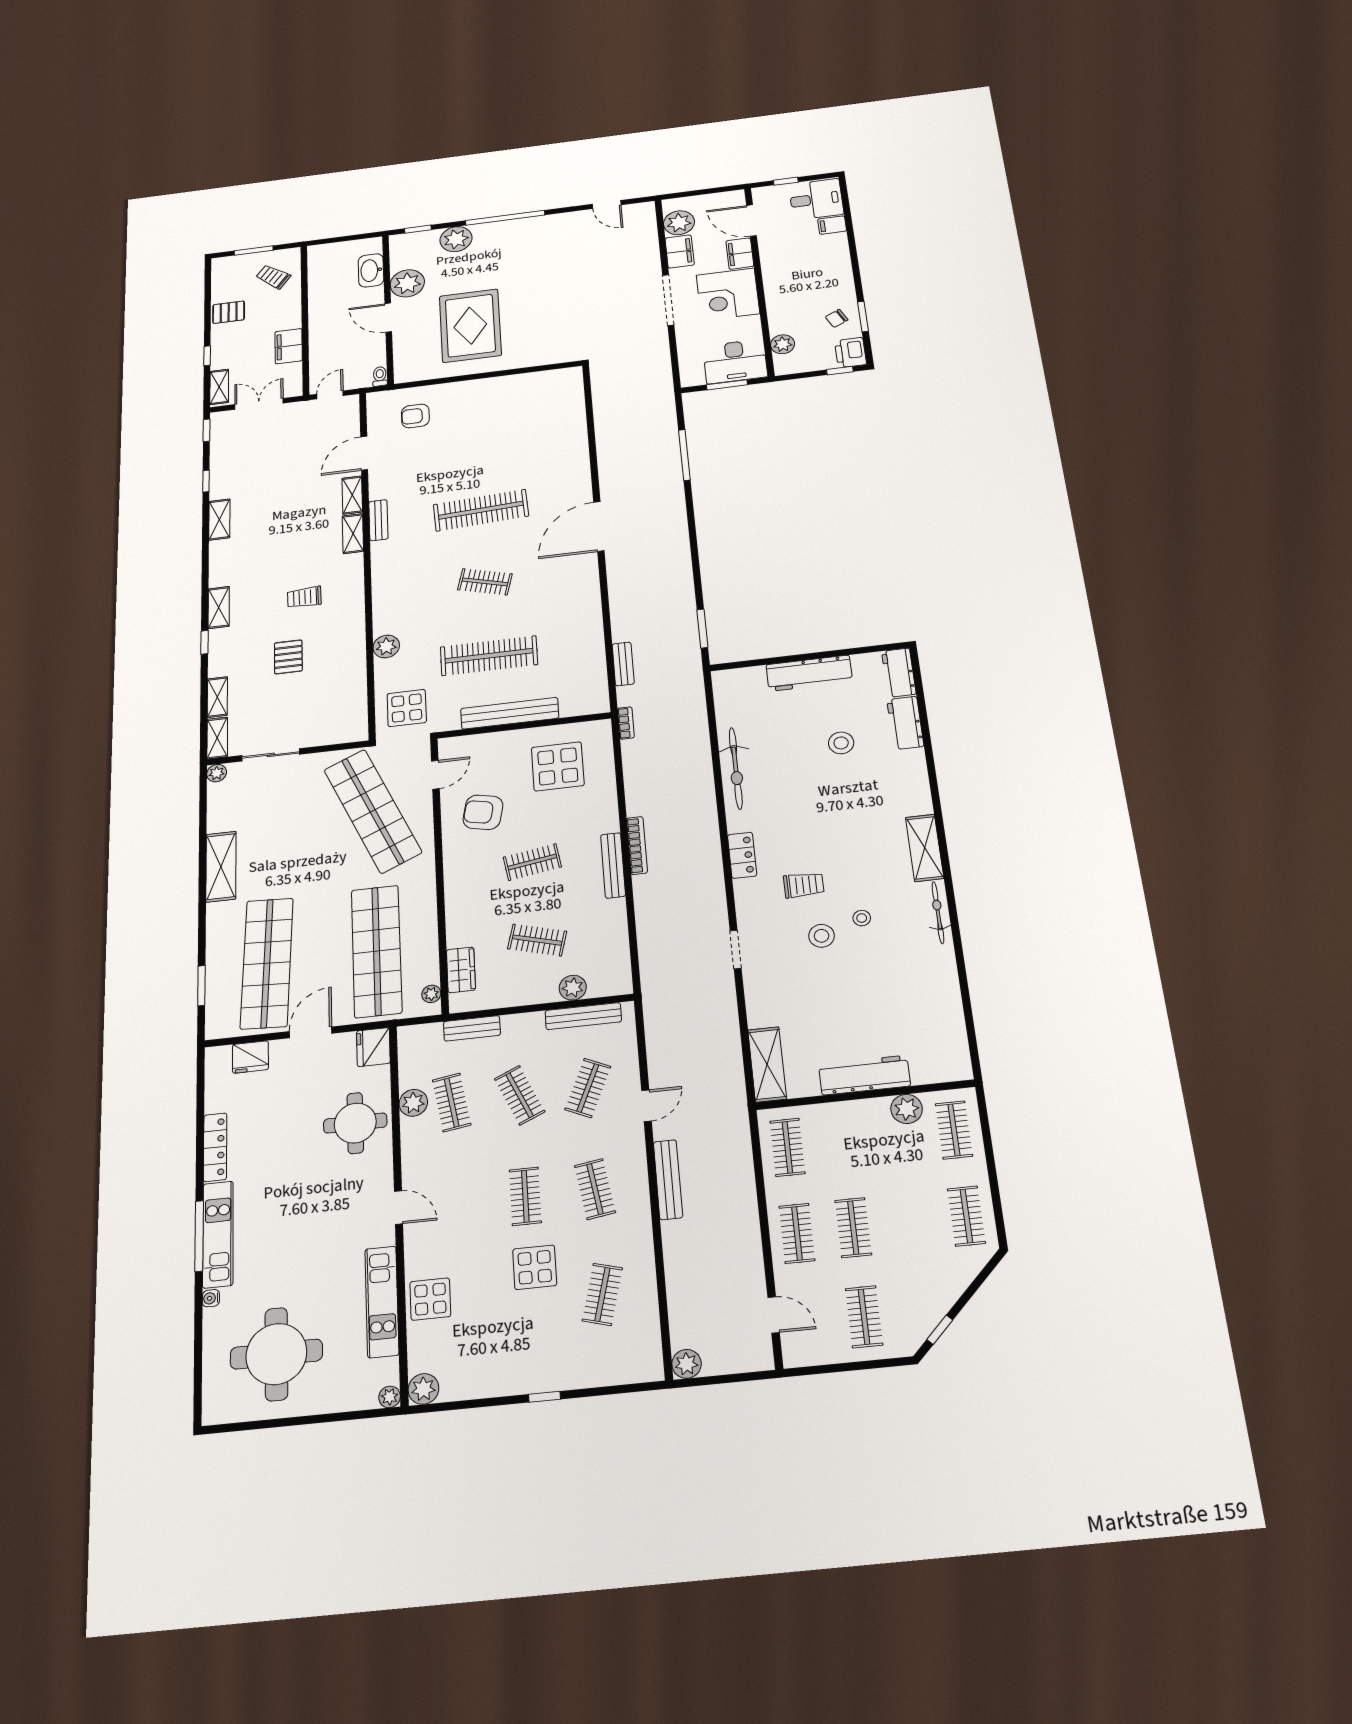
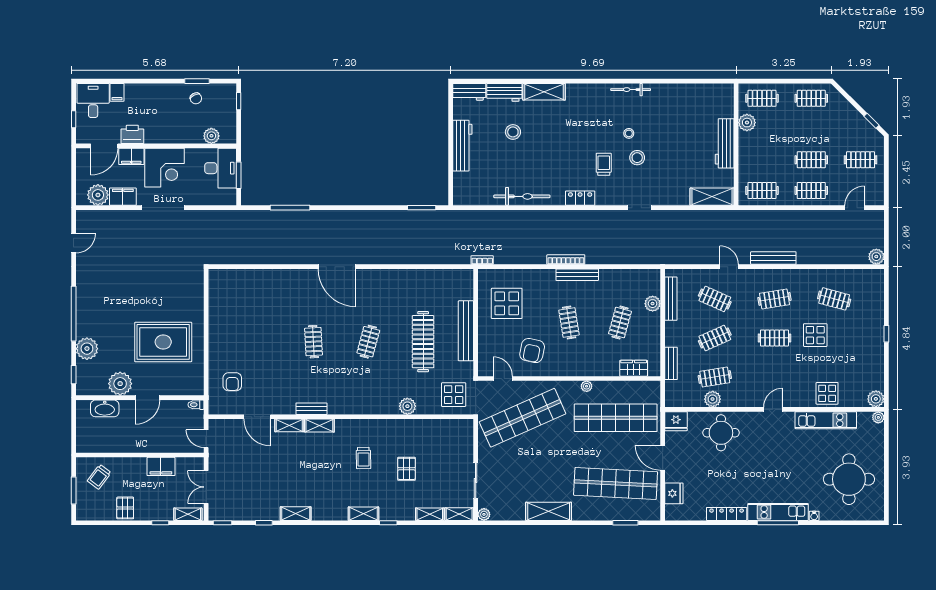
printer: (850, 353) -> (132, 134), moved, turned 180
clothes rail: (481, 510) -> (313, 342), width x0.54, depth x0.76
pallet: (288, 657) -> (407, 469), turned 90
bench: (623, 664) -> (440, 259), removed
shelving: (925, 848) -> (544, 92), moved
plant: (431, 994) -> (587, 386), moved

